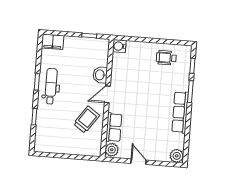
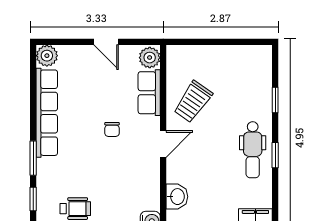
washbasin: (100, 75) -> (177, 197), moved
chair: (139, 106) -> (112, 129), added
row of seats: (180, 112) -> (47, 113), width x1.36

